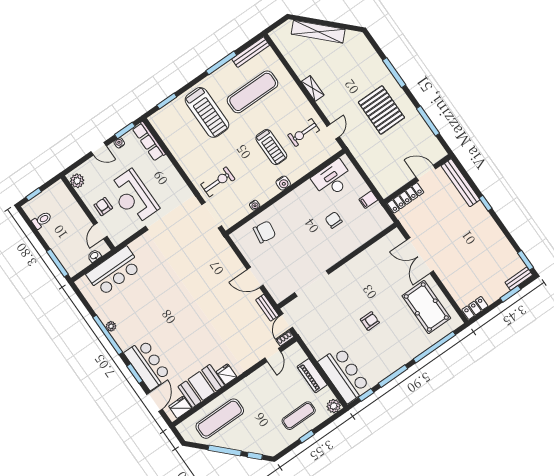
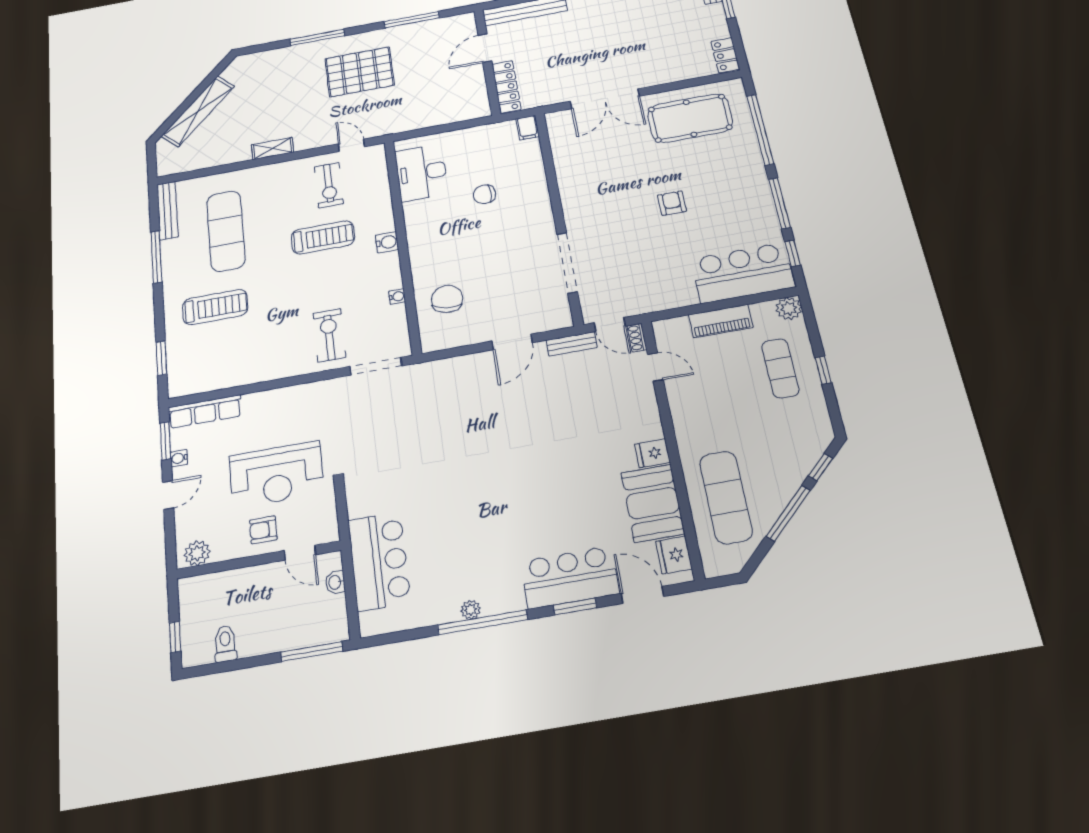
treadmill: (207, 112) -> (215, 307), width x0.73, depth x0.73
filing cabinet: (368, 200) -> (528, 128), moved

